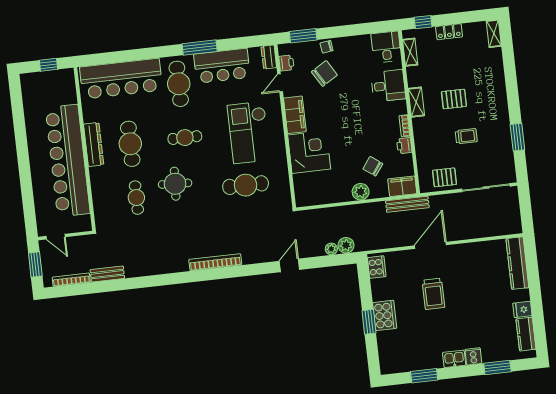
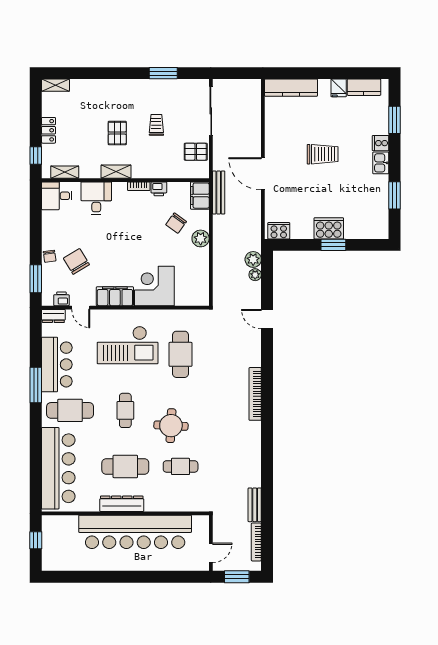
pallet: (444, 177) -> (196, 152), turned 90
trolley: (433, 294) -> (323, 154), moved

